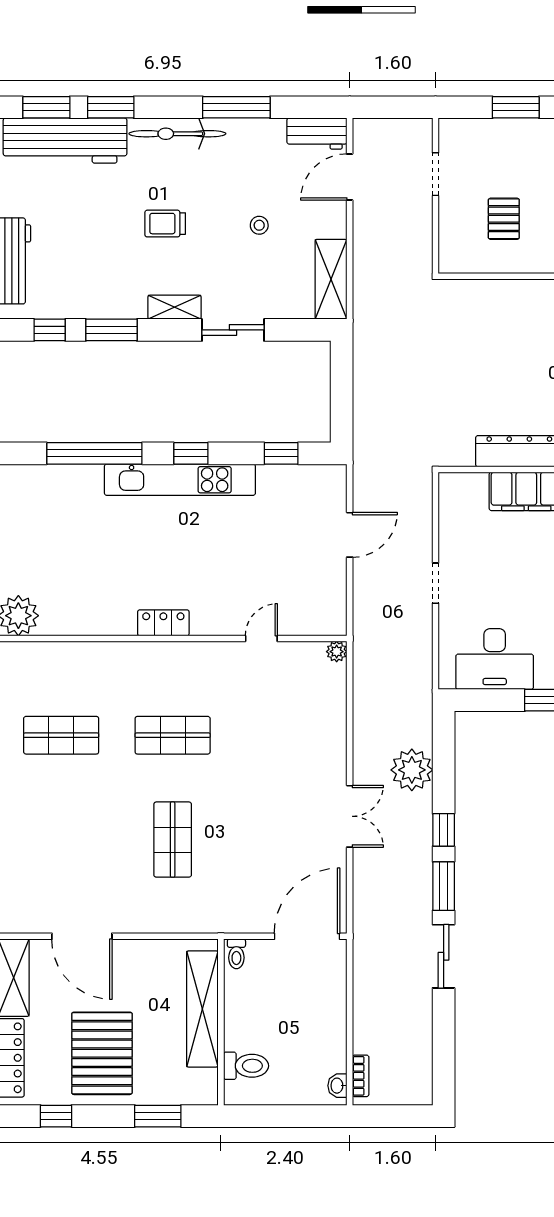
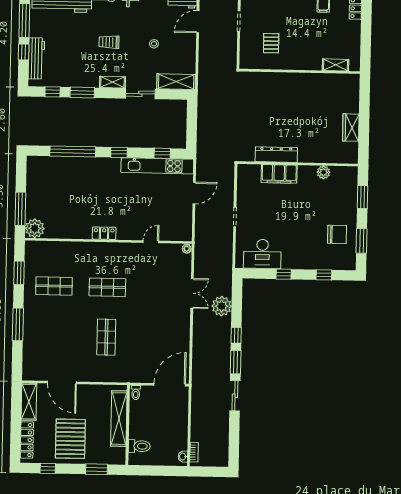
shelving: (331, 279) -> (176, 82), moved, turned 90
kitchen unit: (180, 480) -> (157, 166), moved
double door: (350, 816) -> (192, 293), moved

